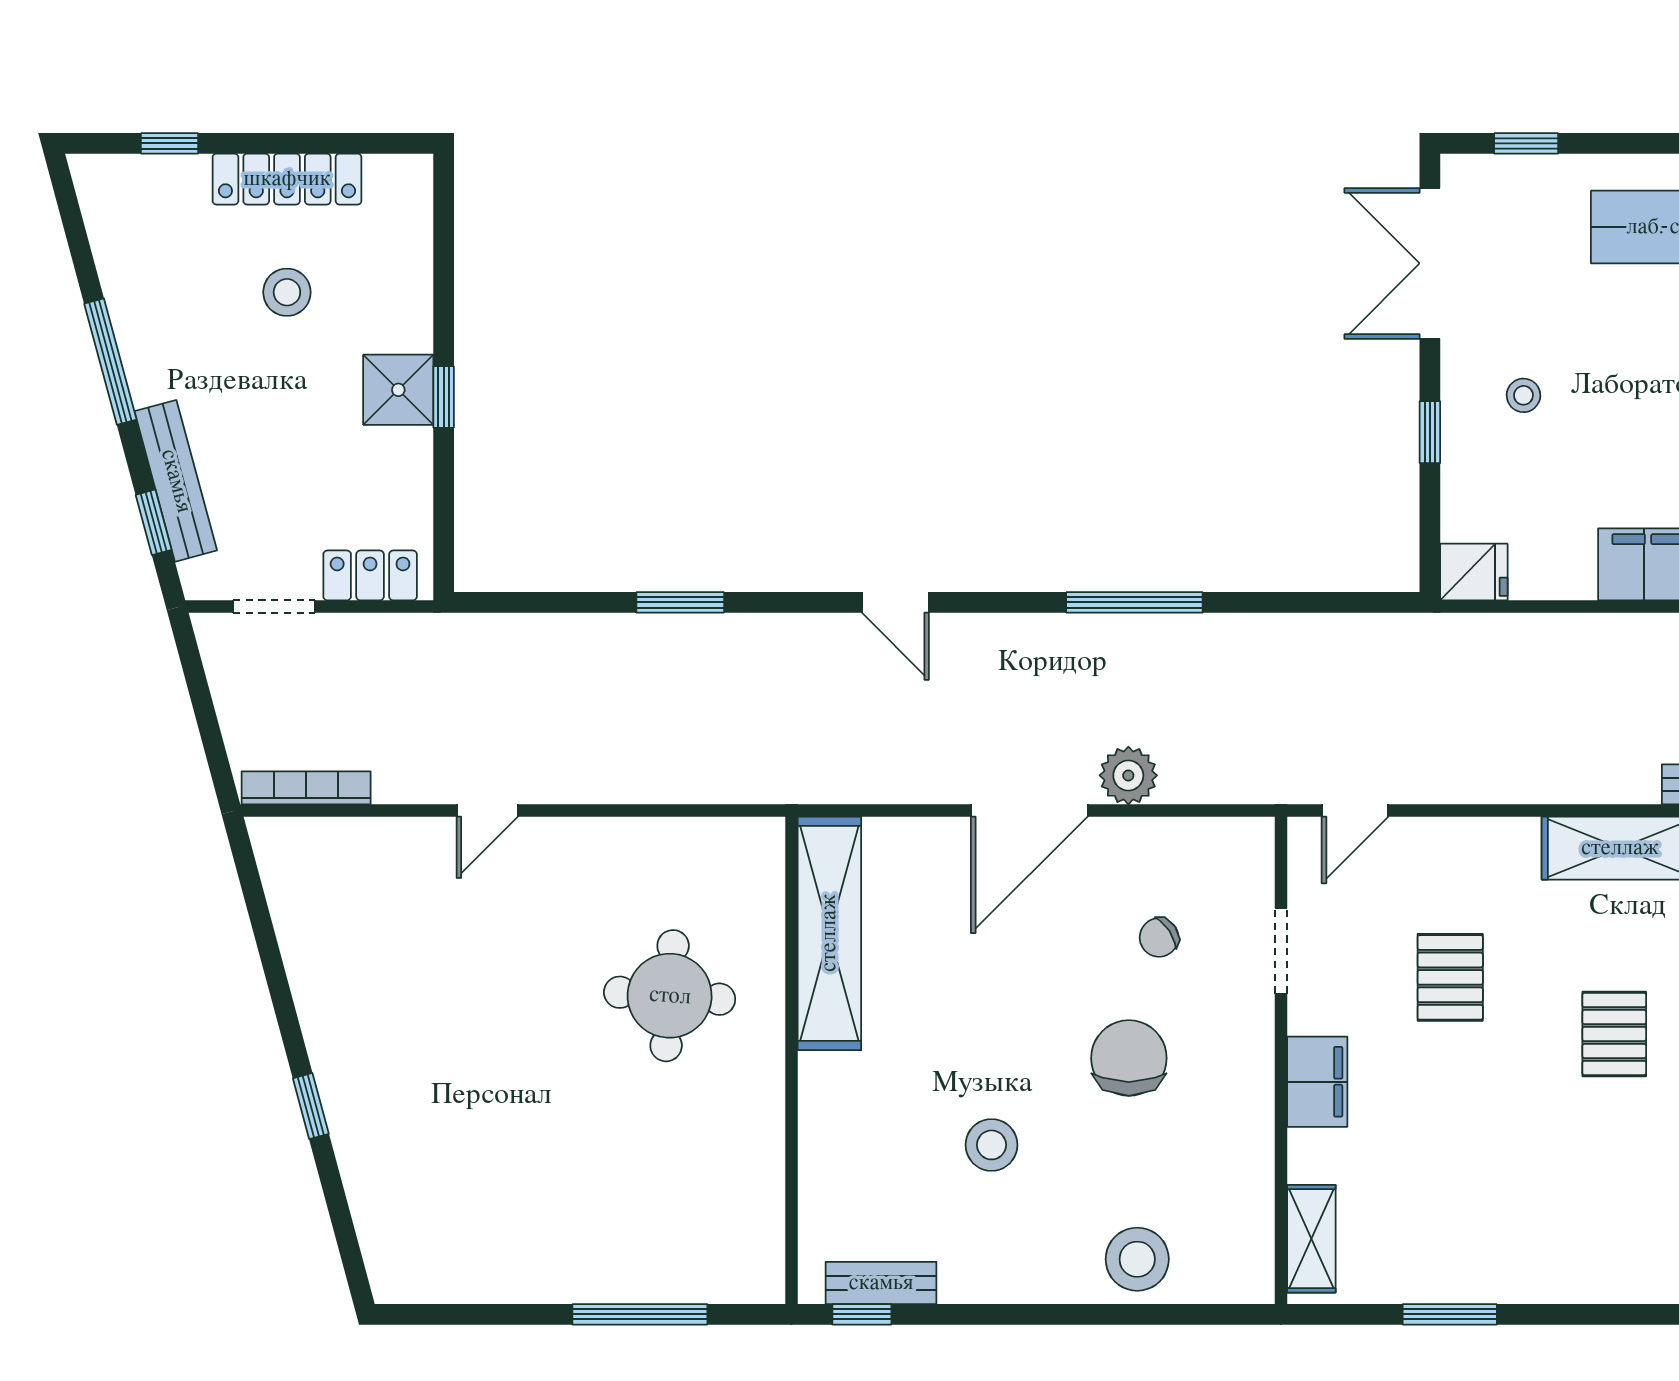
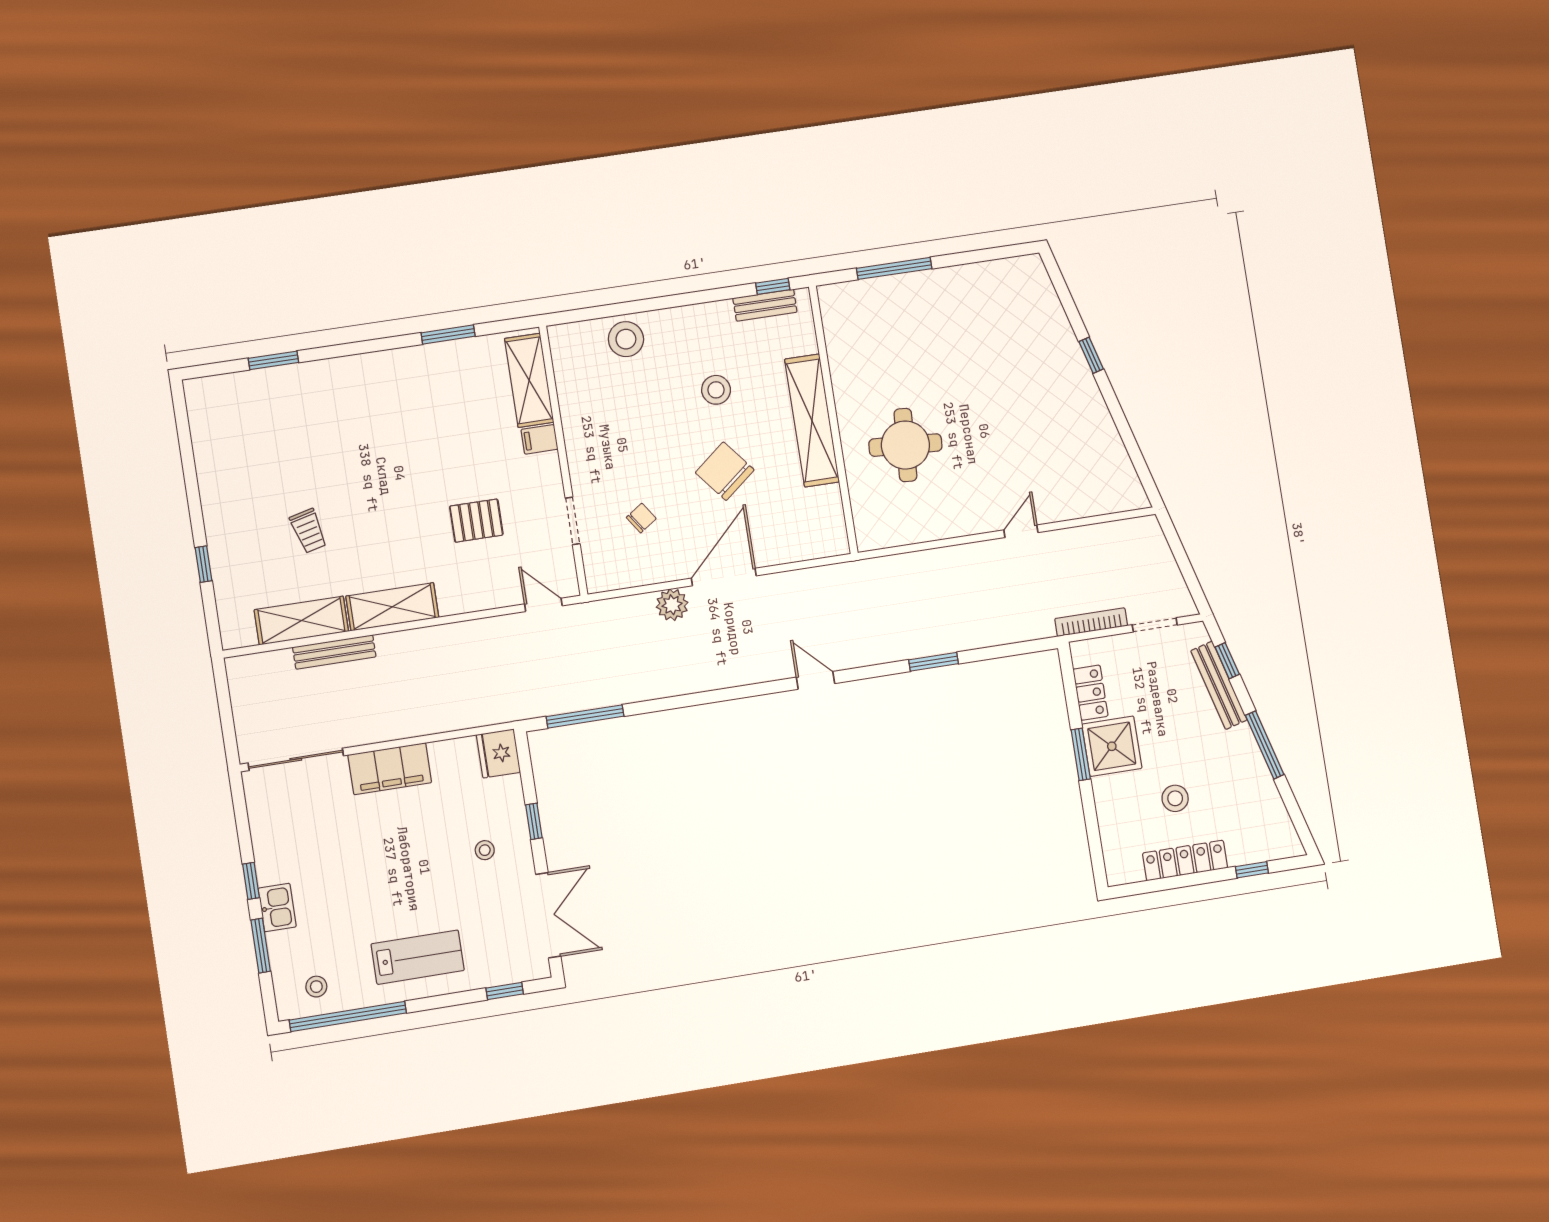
shower: (398, 390) -> (1112, 746), width x1.36, depth x1.36
window: (444, 397) -> (1081, 754), width x1.50
fridge: (1474, 572) -> (498, 753), width x1.38
locker: (370, 575) -> (1091, 693), moved, turned -90
window: (1134, 602) -> (585, 716), moved
bookcase: (306, 788) -> (1091, 622), moved, turned 180
door: (1355, 810) -> (543, 605), hinge flipped
shelving: (829, 933) -> (812, 420), moved
pallet: (1450, 977) -> (476, 521), turned 90
pallet: (1614, 1034) -> (380, 503), removed
chair: (1129, 1058) -> (725, 471), moved, turned 141
filing cabinet: (1317, 1082) -> (539, 439), width x0.50
shelving: (1311, 1239) -> (529, 380), width x1.50, depth x1.33

